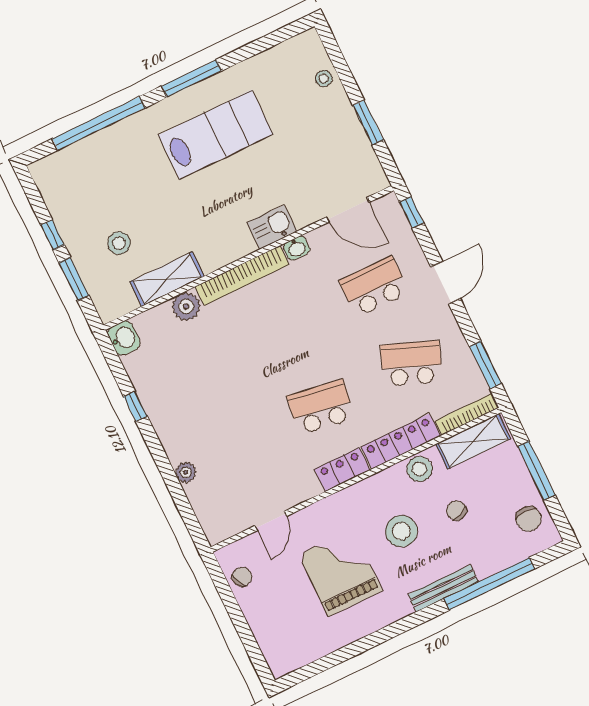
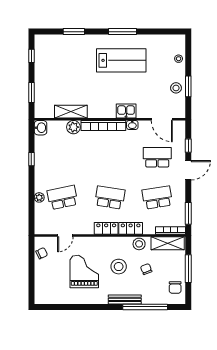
window: (99, 123) -> (74, 32), width x0.47
window: (412, 212) -> (188, 146), moved
window: (53, 235) -> (31, 56), moved
stool: (119, 243) -> (176, 88), moved
school desk: (411, 363) -> (157, 197), turned -30
locker: (401, 441) -> (131, 228), width x0.66
school desk: (230, 451) -> (63, 197), added

